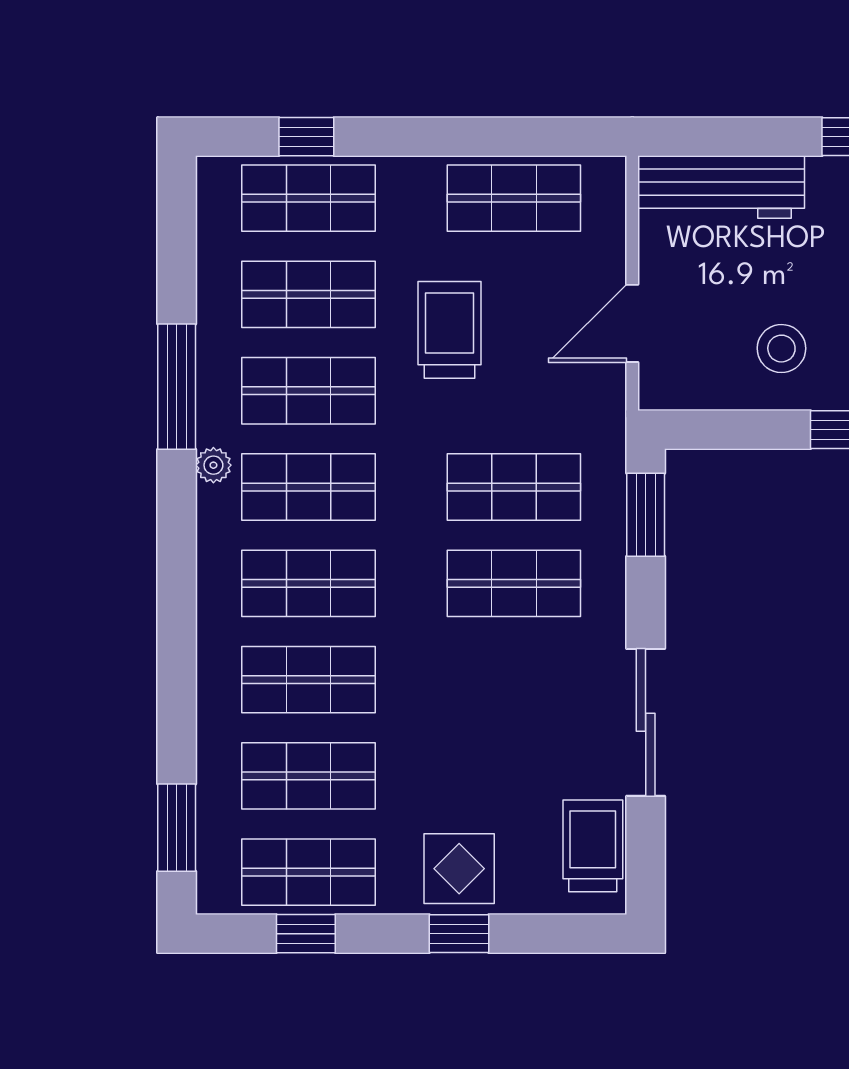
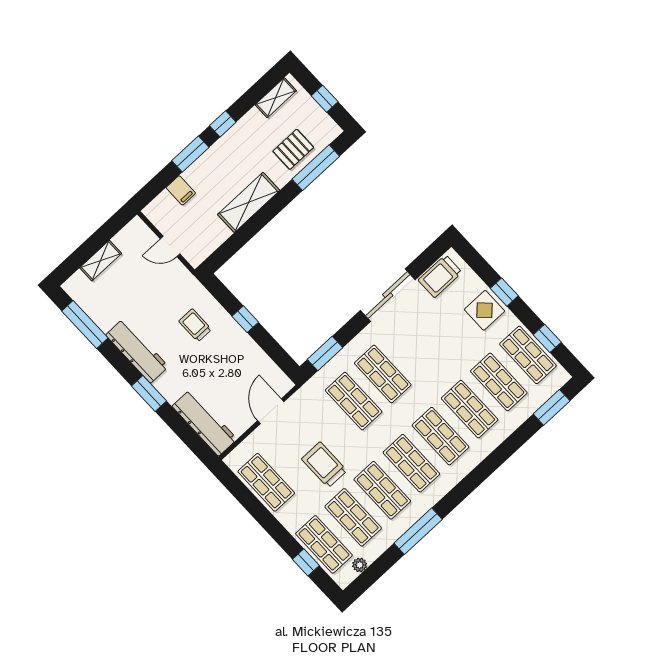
door: (632, 323) -> (271, 411), swing flipped
trolley: (449, 330) -> (324, 465), turned 90
stool: (781, 349) -> (236, 359), removed
plant: (213, 465) -> (360, 565), moved

